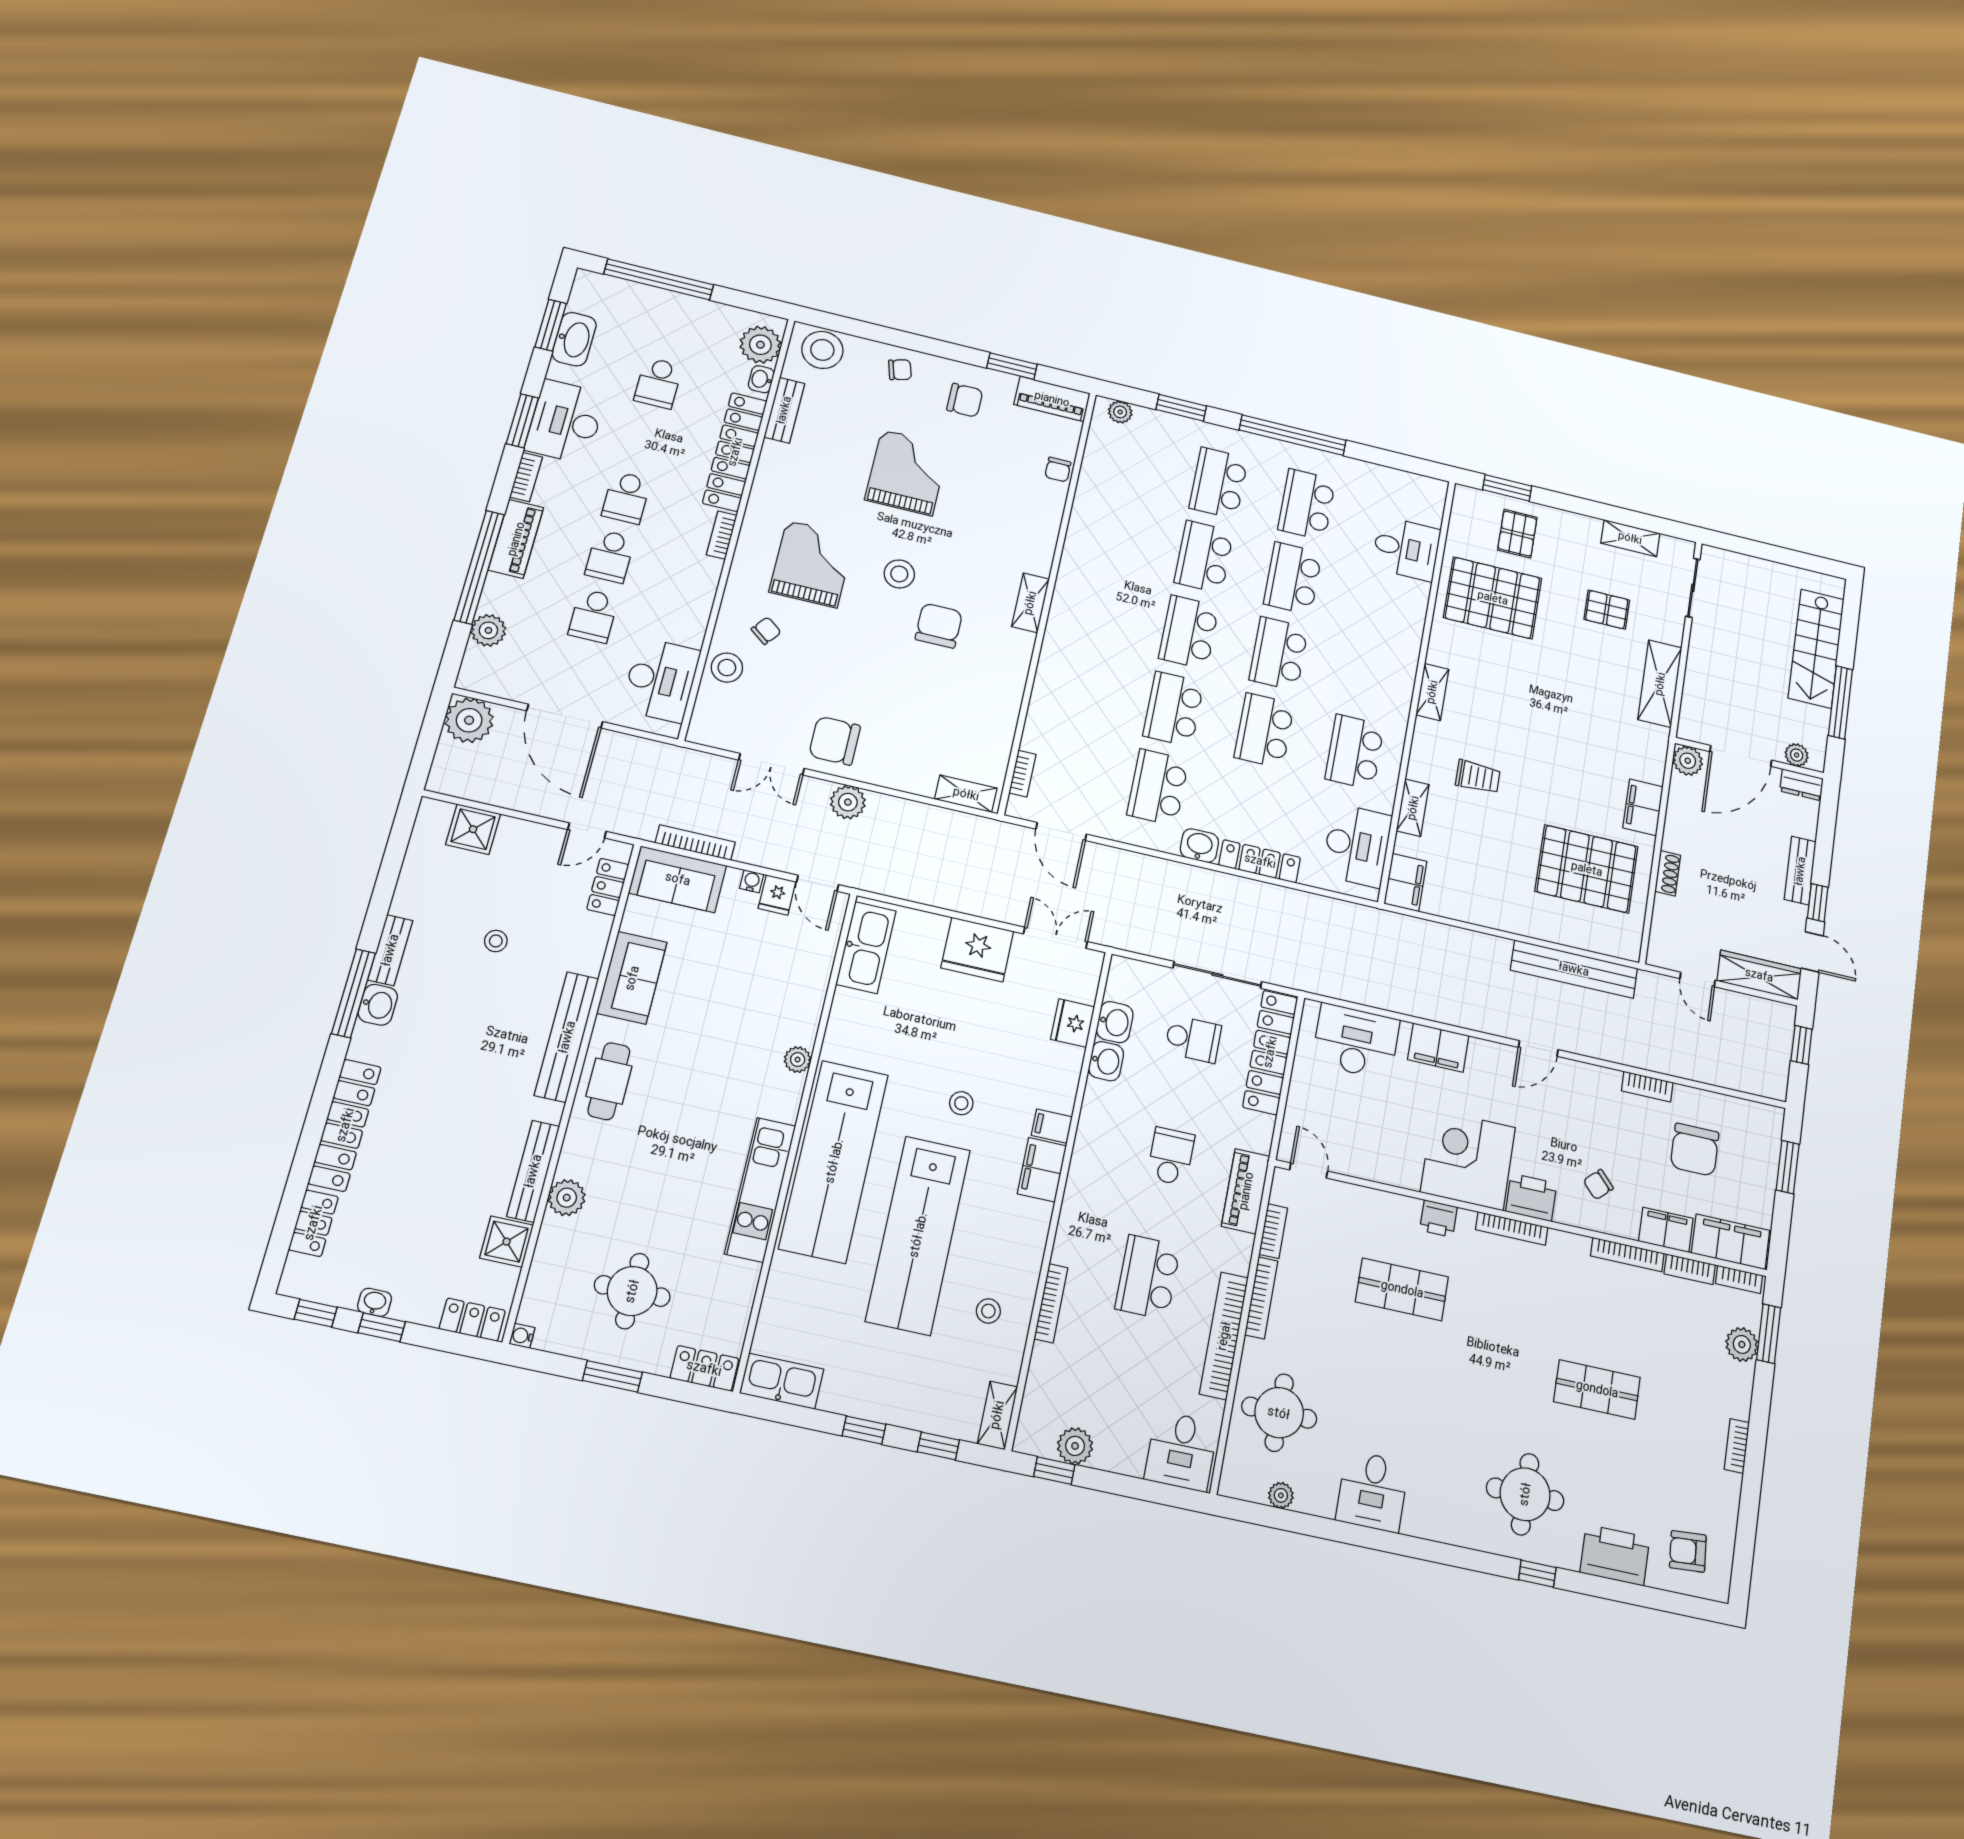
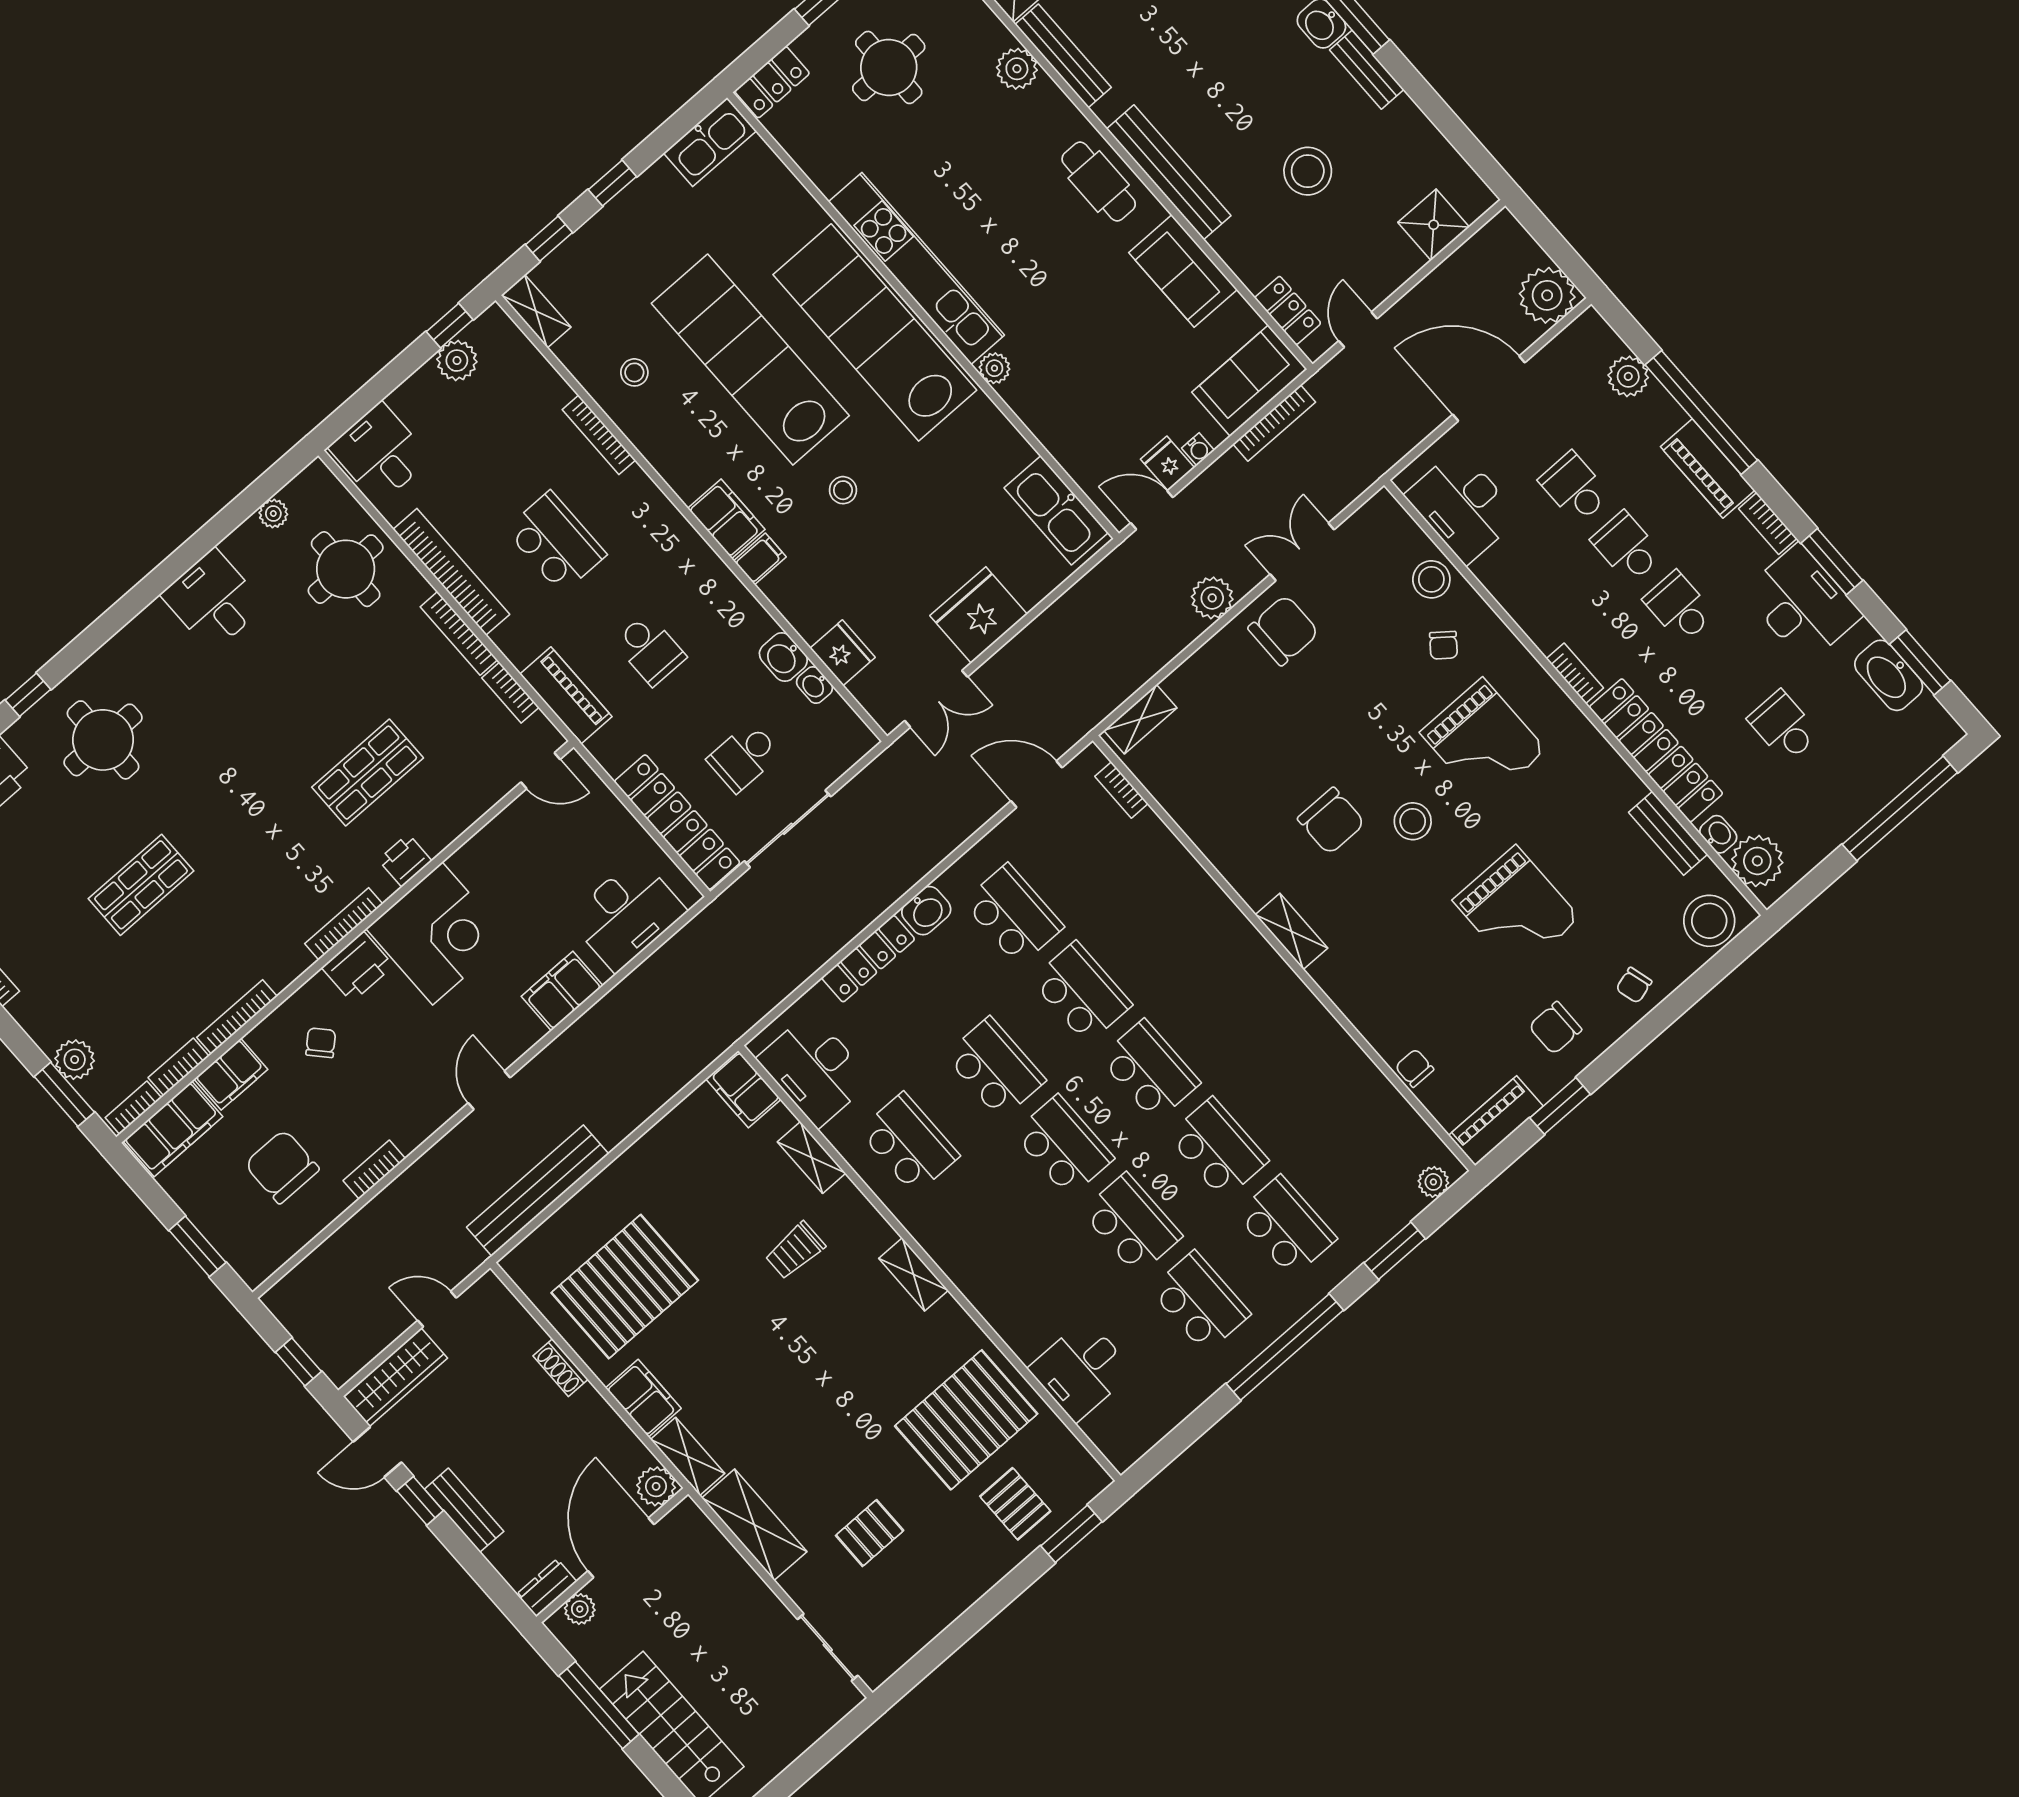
shelving: (1630, 538) -> (688, 1456), moved, turned 90
stool: (496, 941) -> (1308, 171), width x1.89, depth x1.89
washbasin: (1115, 1022) -> (815, 685), width x0.72, depth x0.69
kitchen unit: (760, 1190) -> (916, 268), width x1.36

